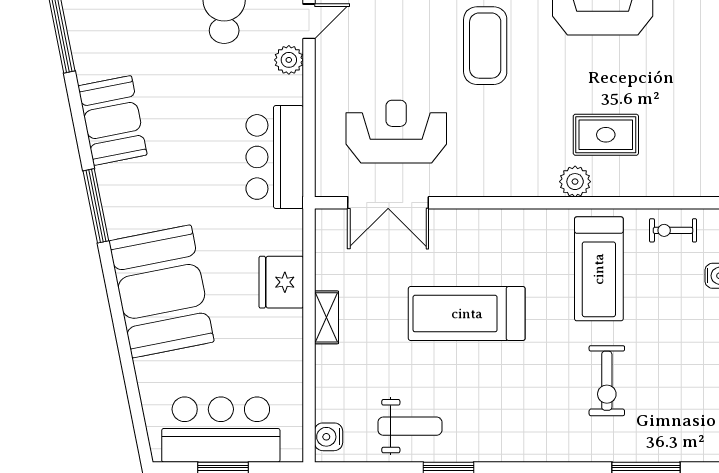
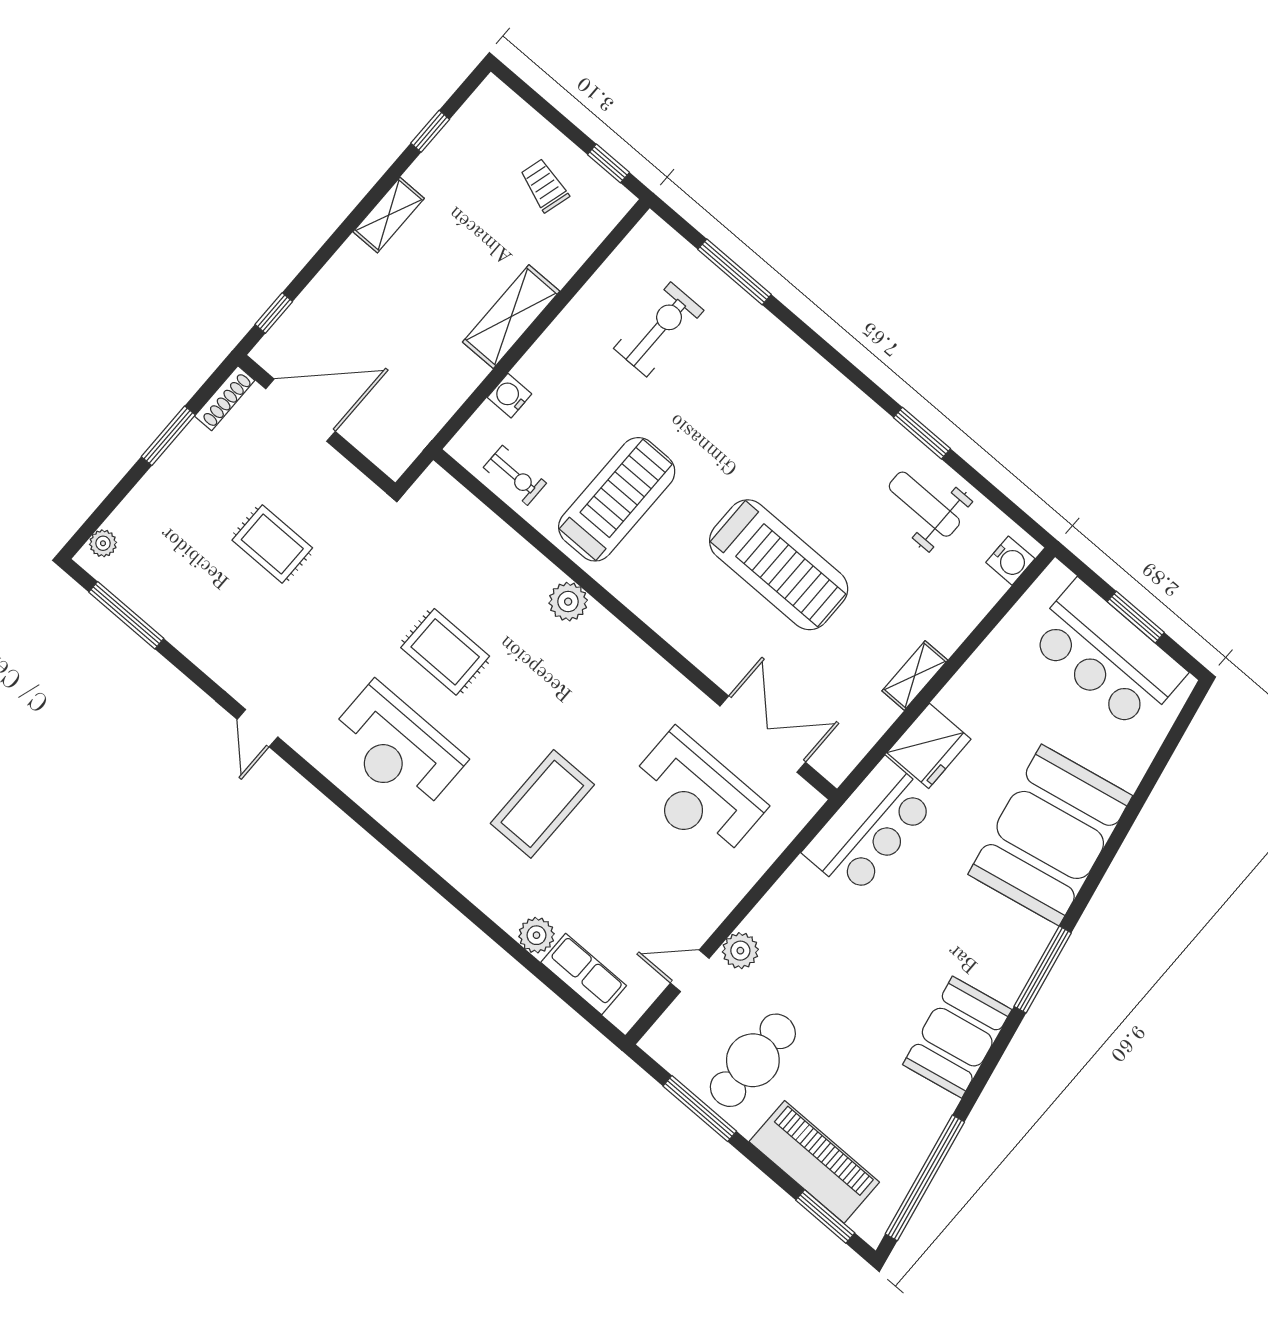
rug: (606, 135) -> (445, 652), moved
bar counter: (275, 157) -> (870, 827), moved
exercise bike: (607, 381) -> (659, 329), moved

